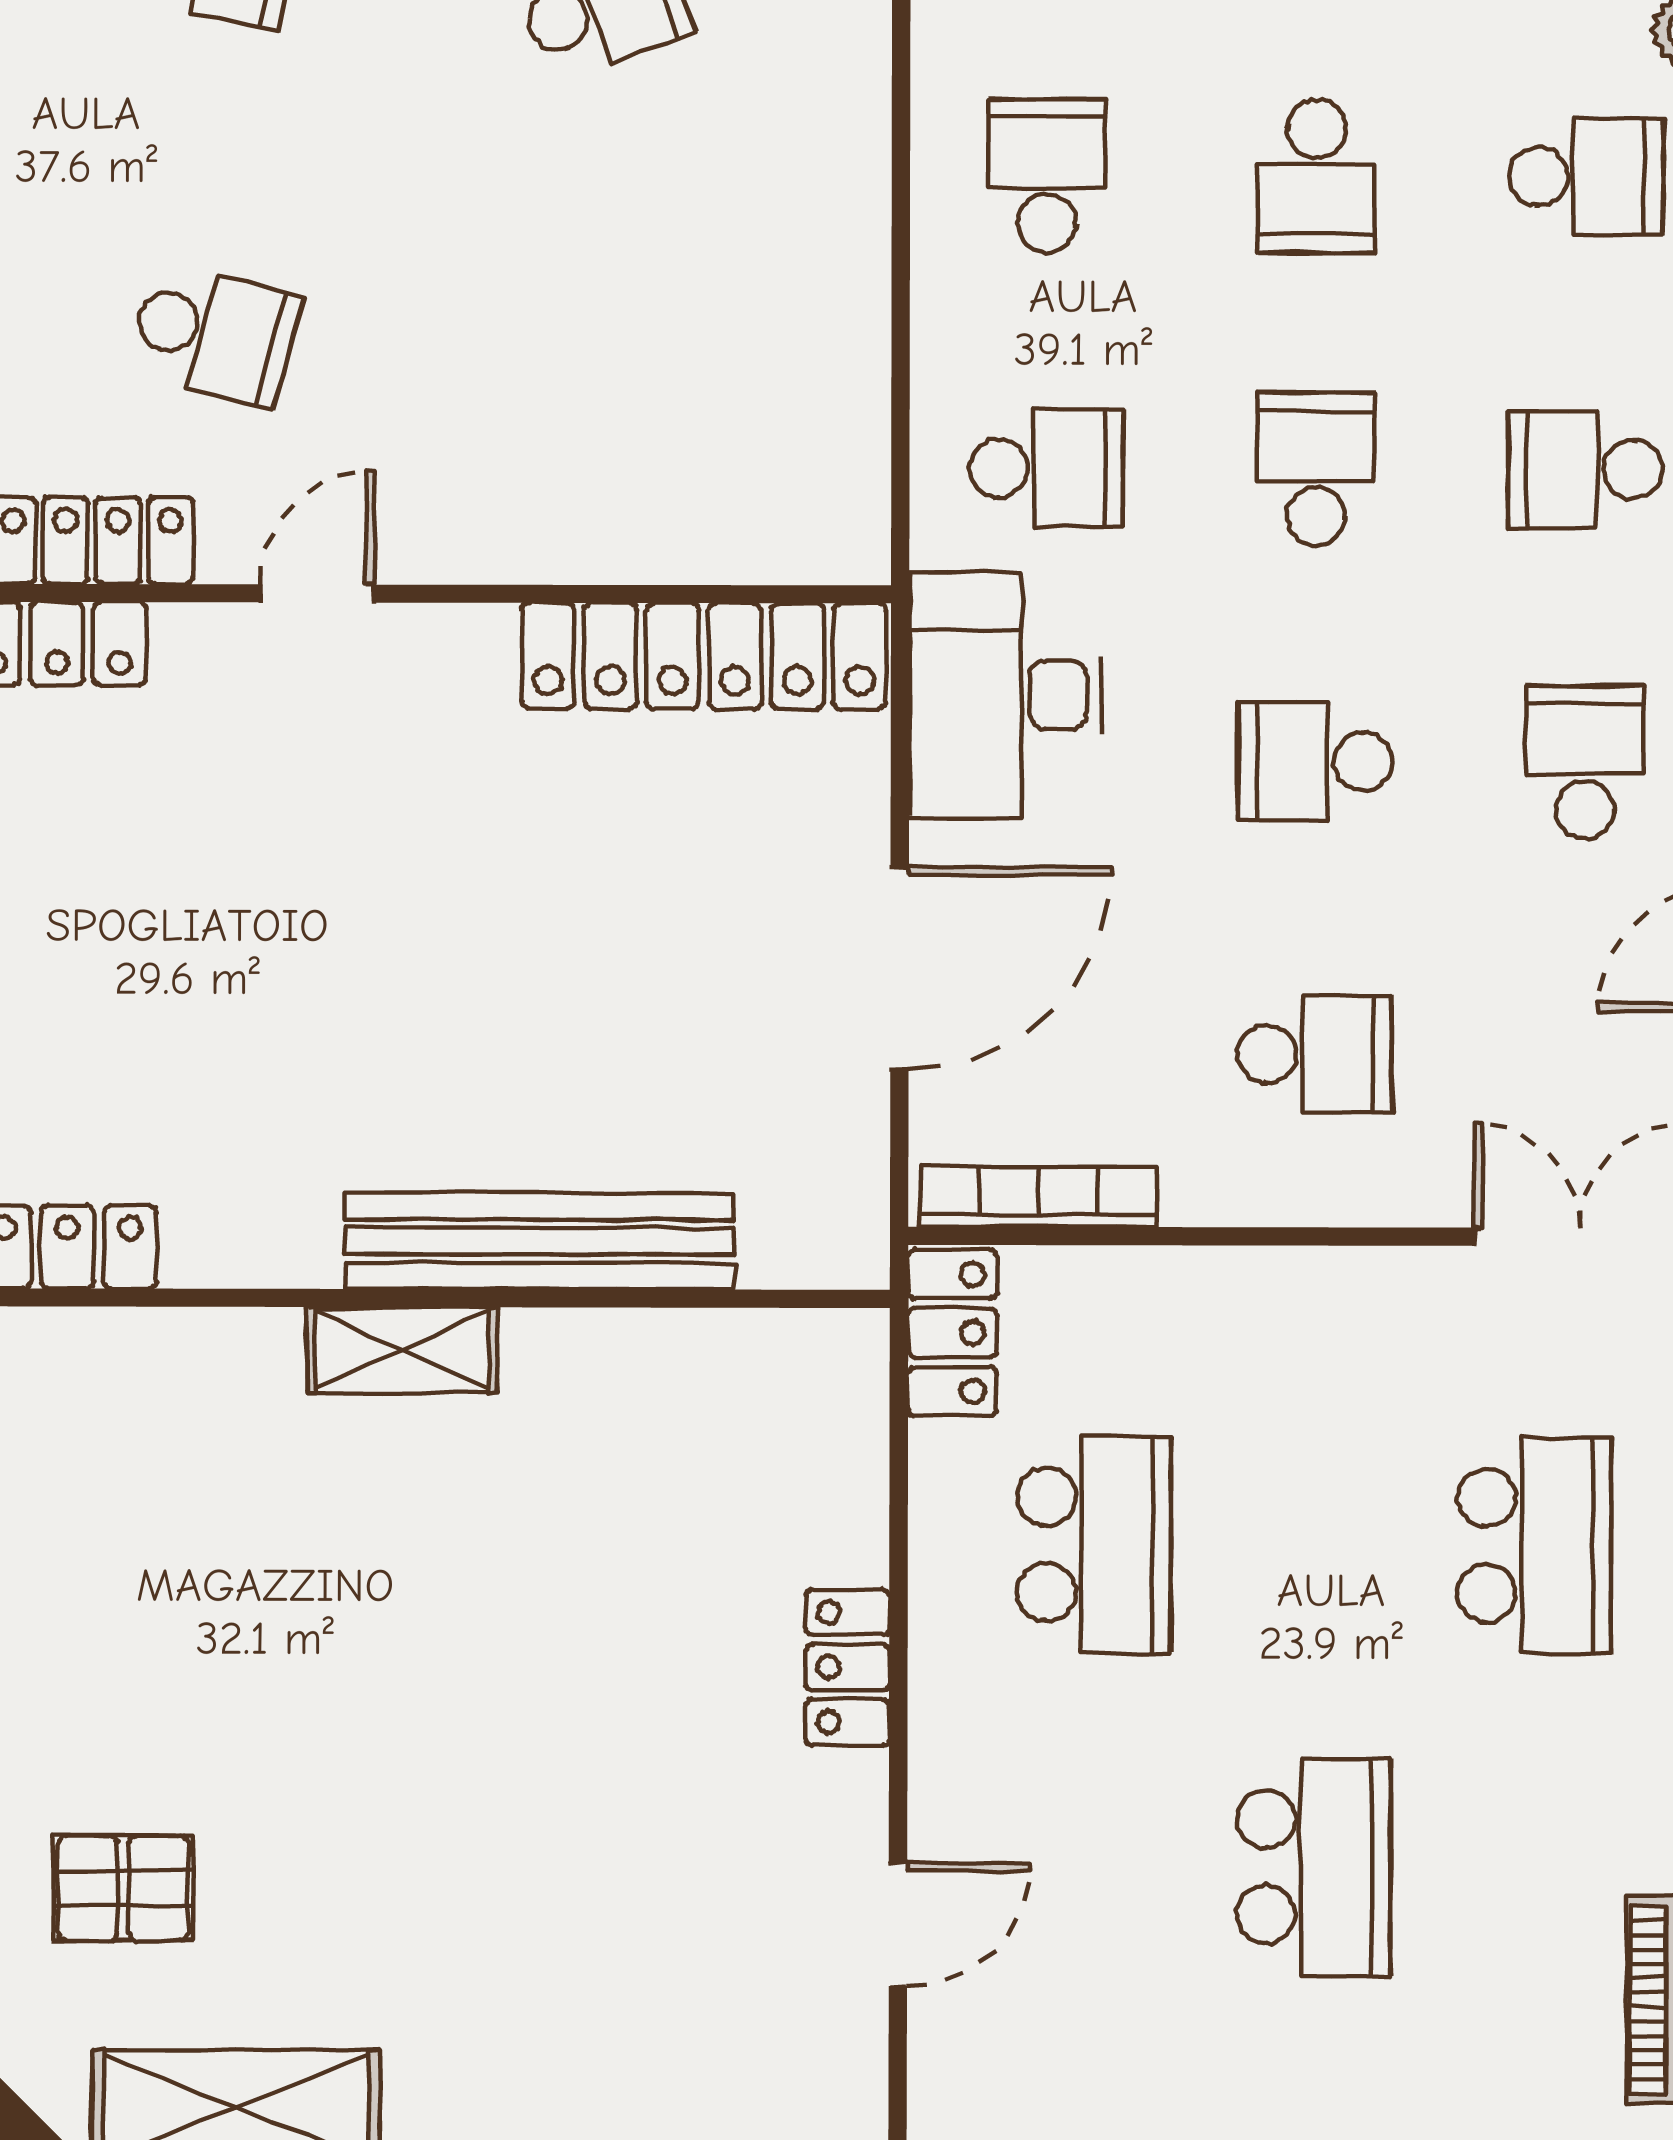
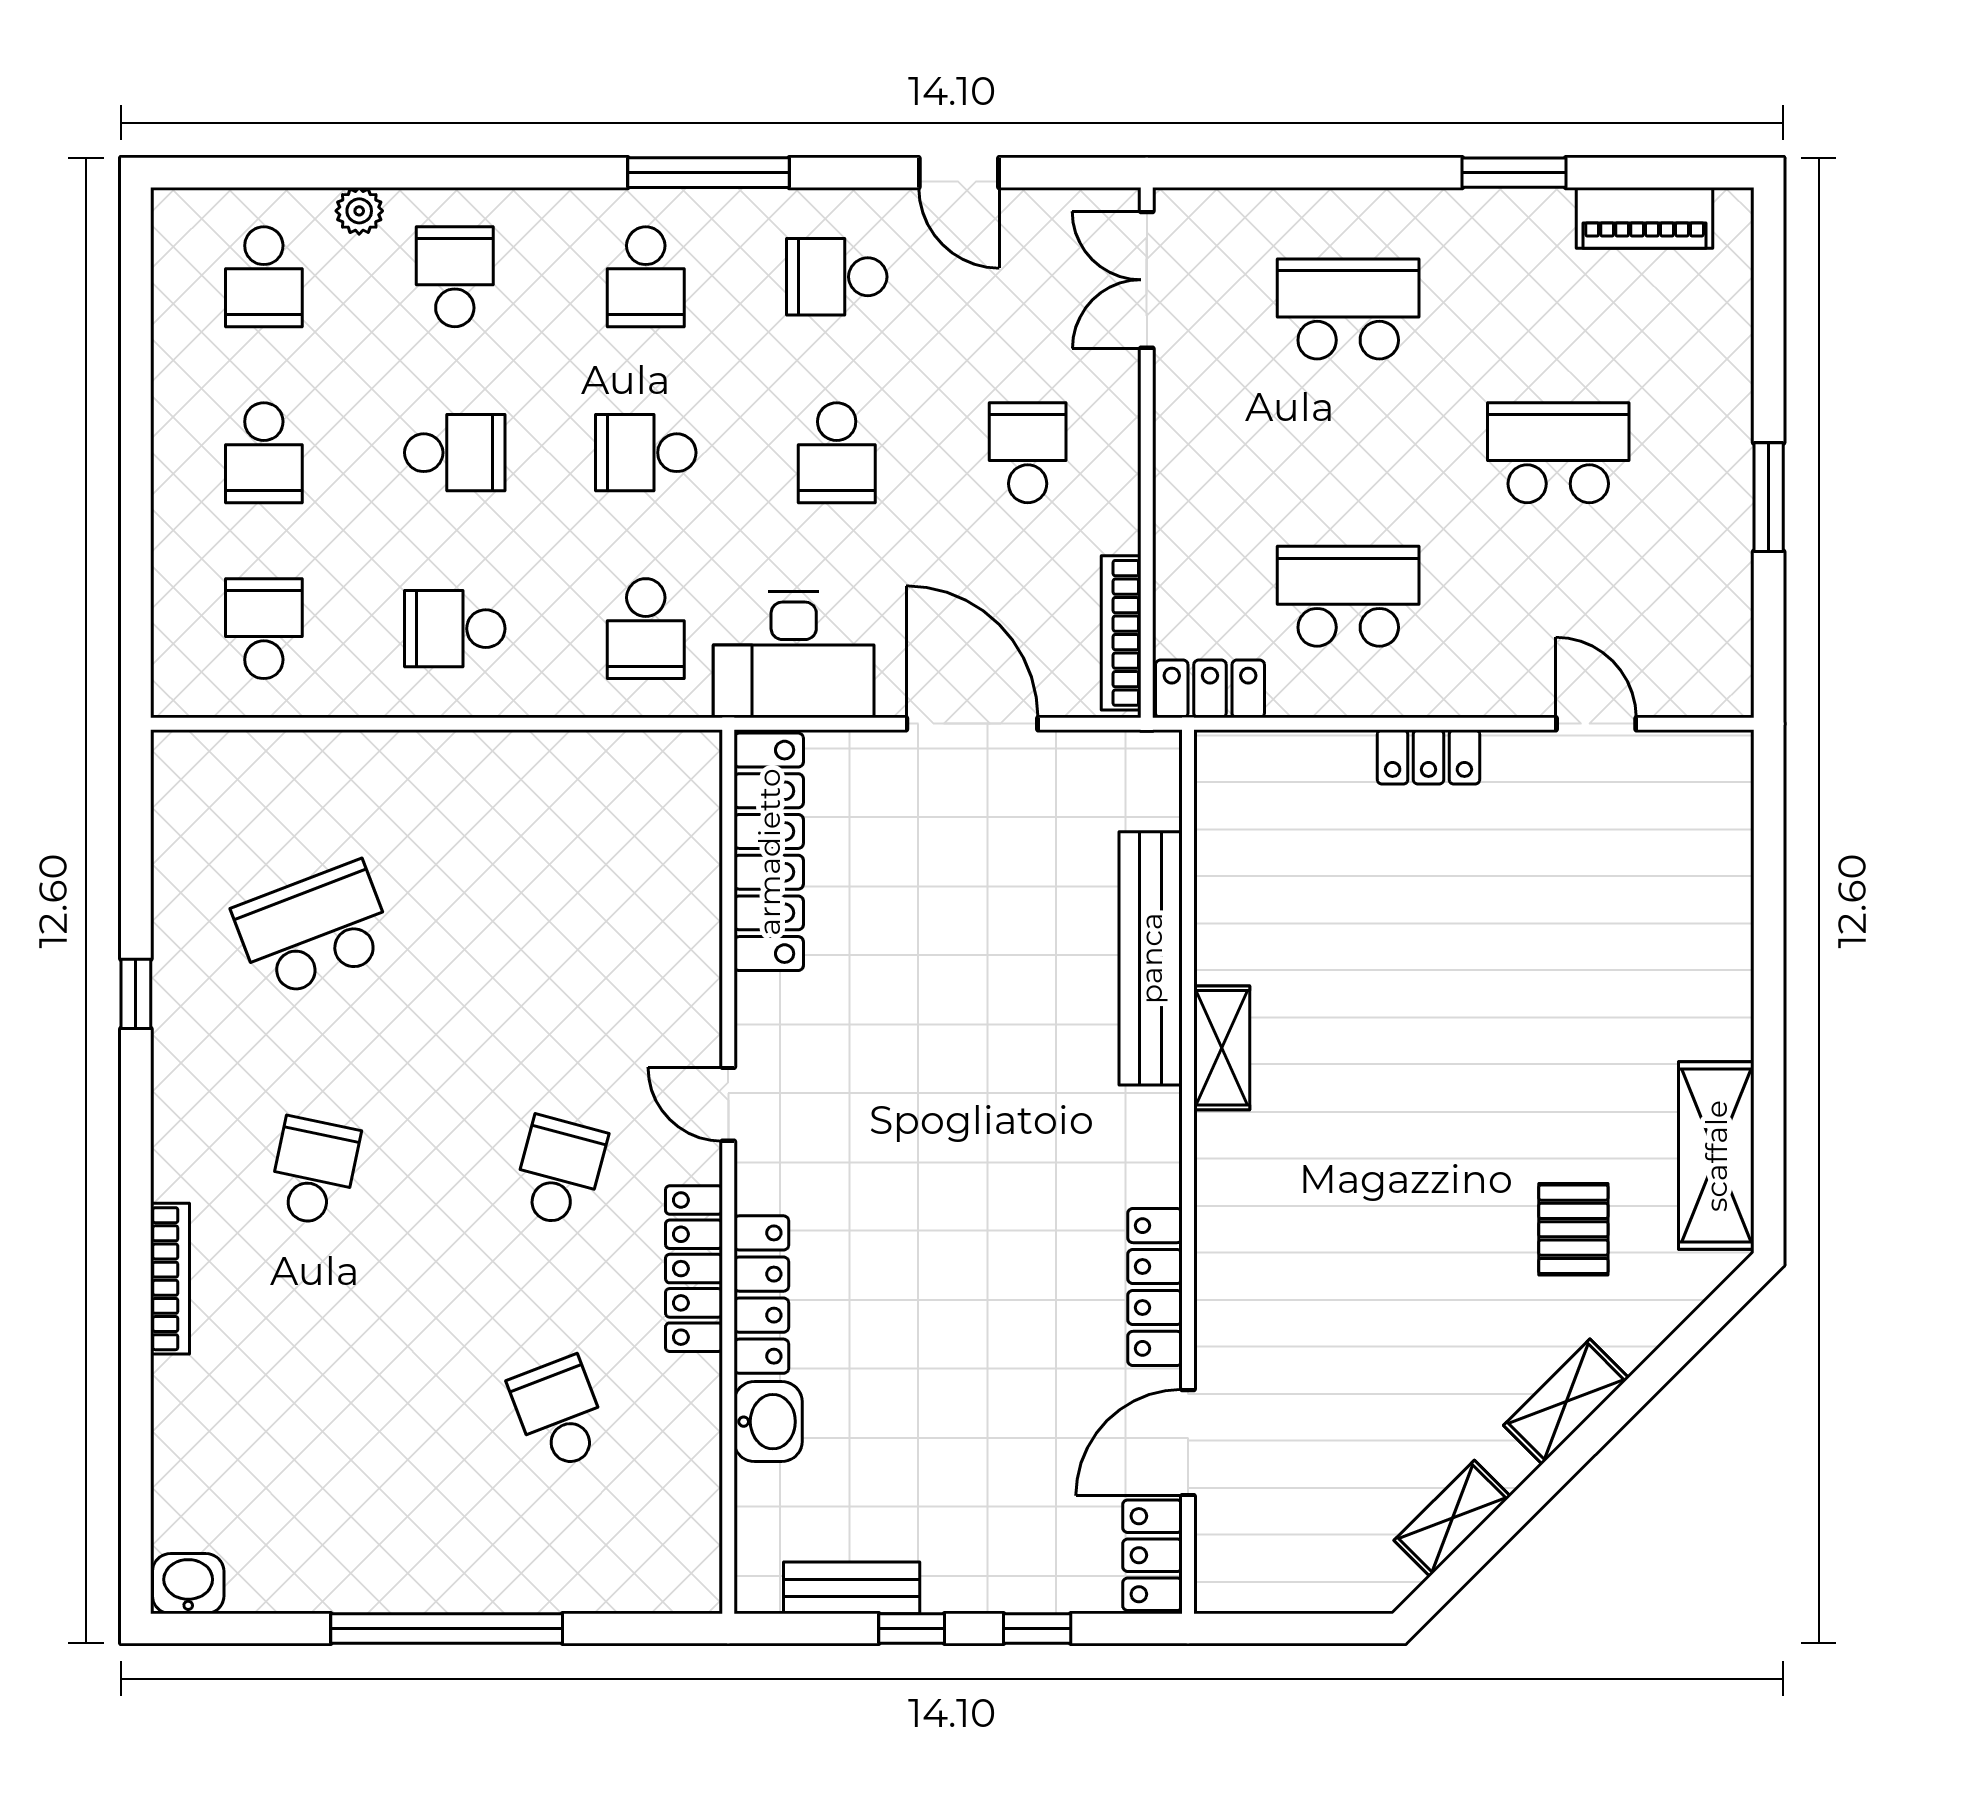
school desk: (1046, 468) -> (646, 629), turned 180

